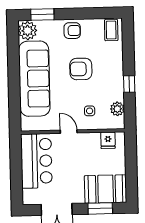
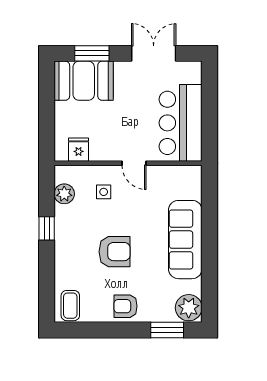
sofa: (34, 79) -> (185, 240), width x0.74, depth x0.79

